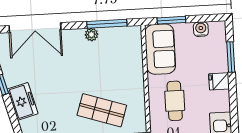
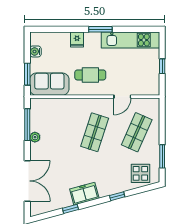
window: (231, 57) -> (100, 29), moved

